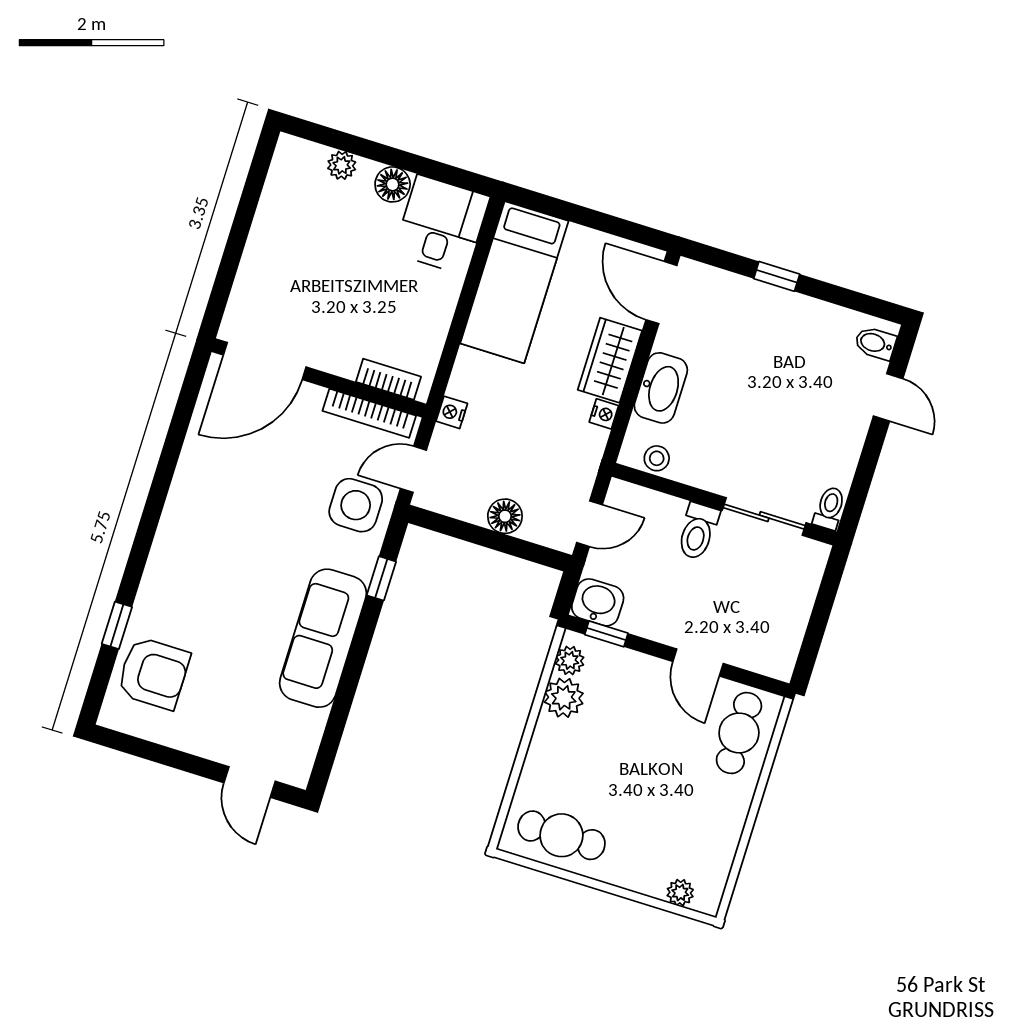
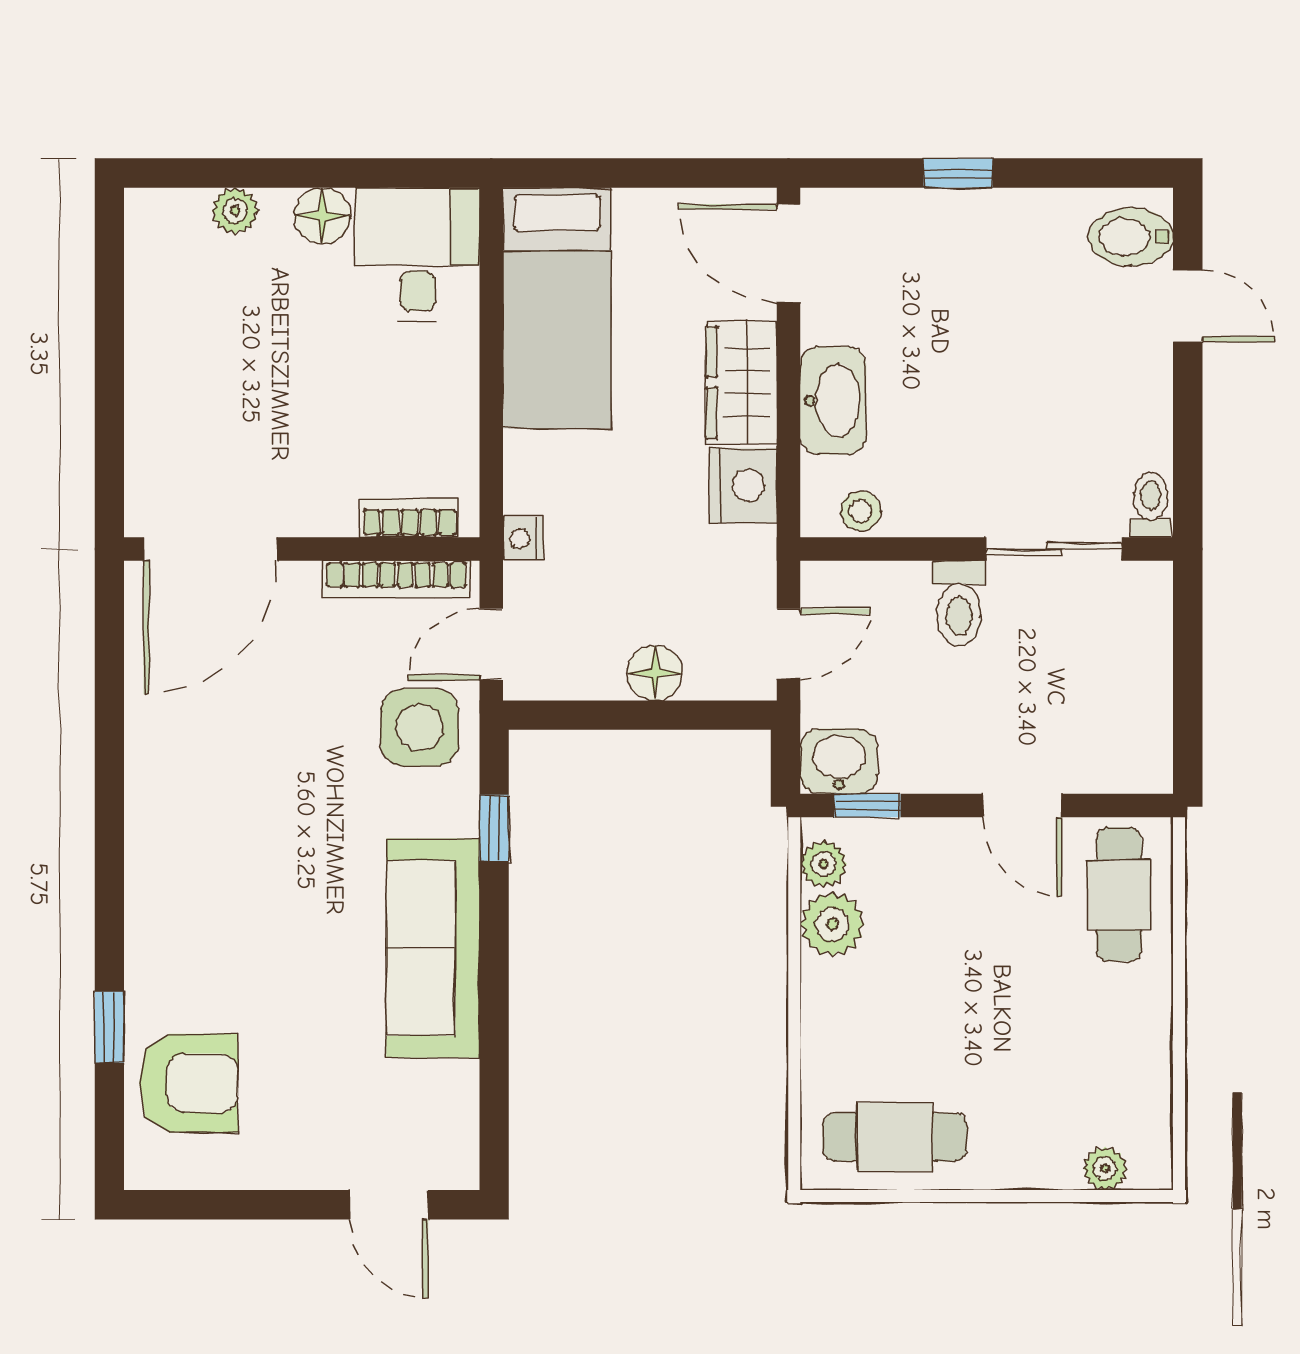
bidet: (875, 343) -> (1131, 237), width x1.38, depth x1.36
nightstand: (604, 414) -> (743, 485), width x1.89, depth x1.79

